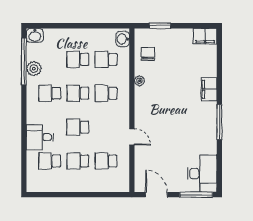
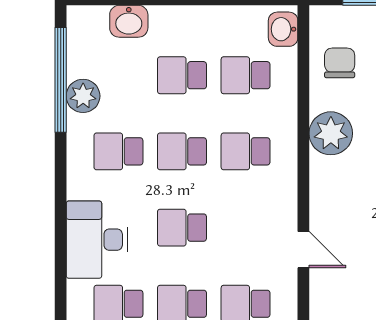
washbasin: (35, 35) -> (129, 21), moved
plant: (139, 81) -> (331, 133), width x1.87, depth x1.87
desk: (40, 137) -> (97, 240), width x1.37

